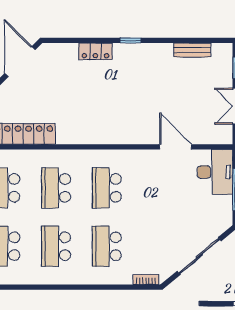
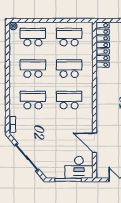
door: (176, 147) -> (95, 143), swing flipped

